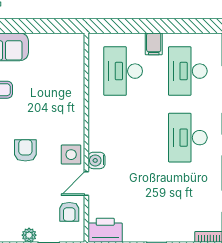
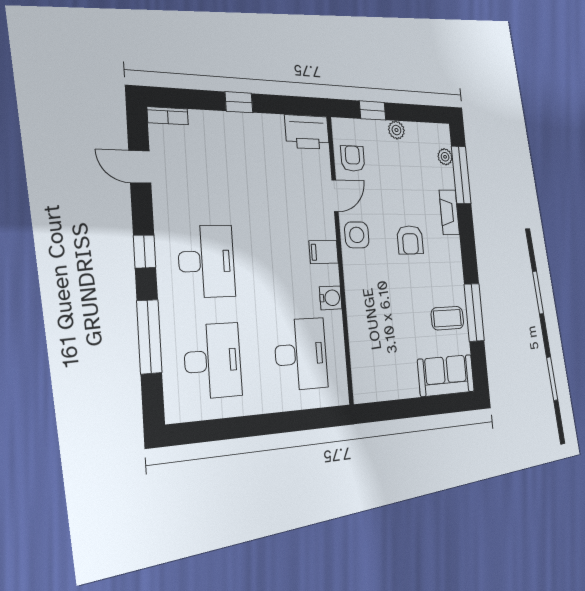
filing cabinet: (154, 44) -> (324, 252), moved, turned -90
water cooler: (97, 160) -> (331, 298), moved

